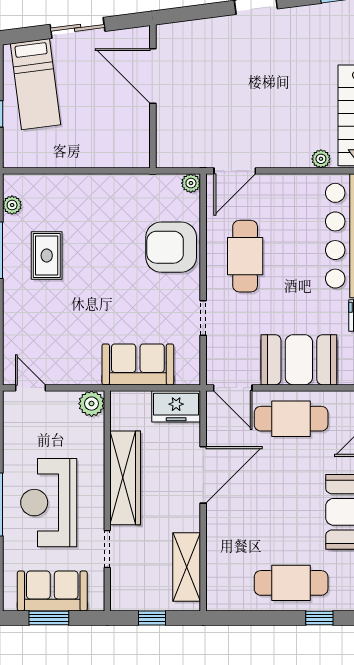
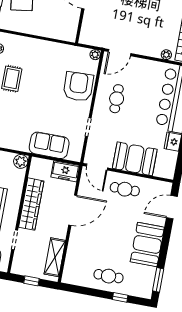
armchair: (171, 247) -> (78, 87), turned 88
cafe table: (245, 256) -> (117, 99), width x0.73, depth x0.74
cafe table: (291, 419) -> (125, 189), width x0.73, depth x0.74
cafe table: (291, 583) -> (109, 276), width x0.73, depth x0.74

